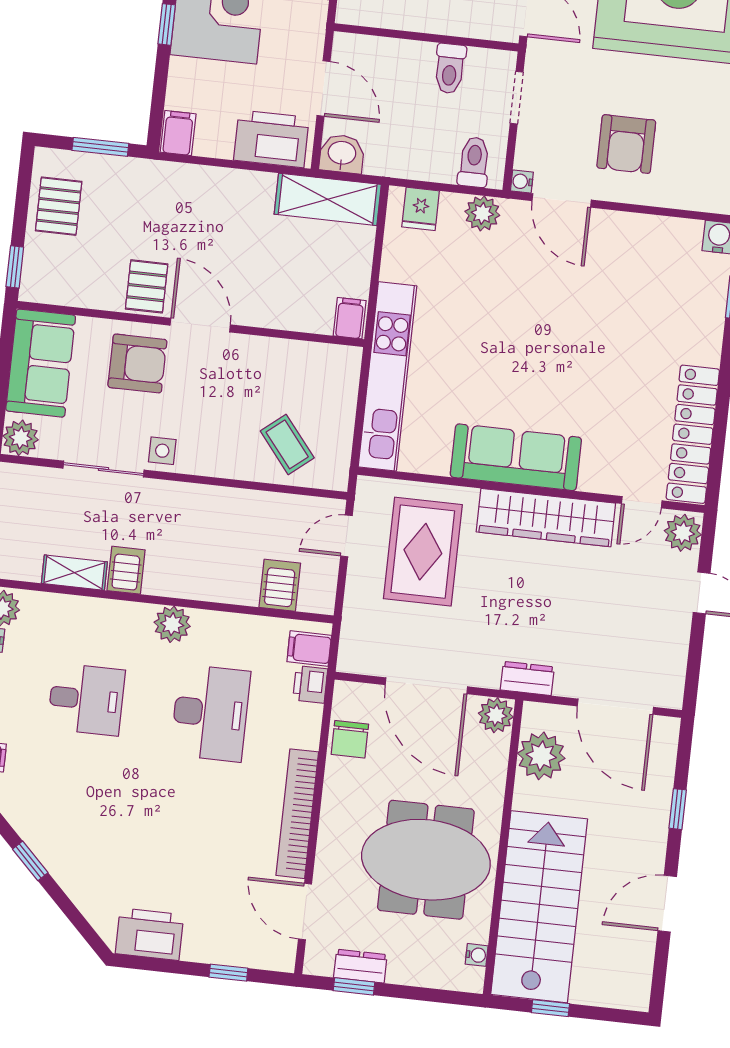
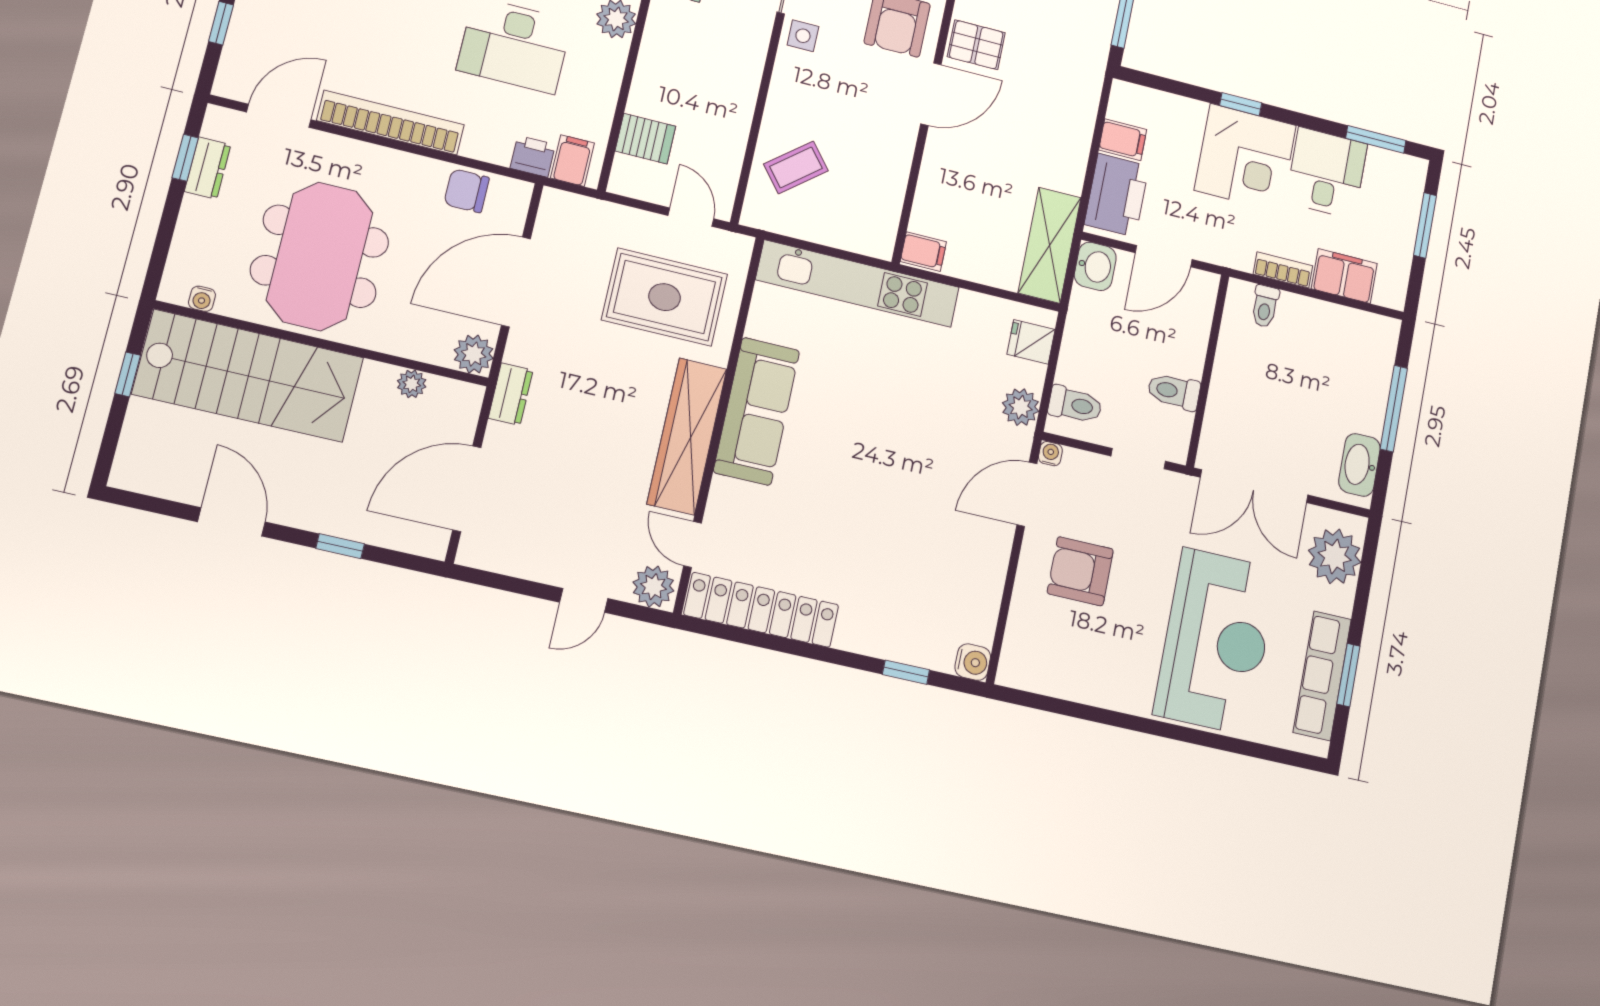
filing cabinet: (178, 133) -> (1123, 140), moved
plant: (541, 756) -> (412, 384), width x0.53, depth x0.53

